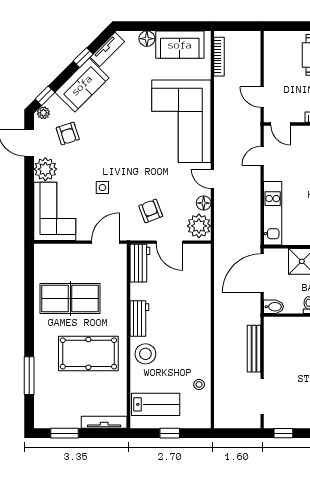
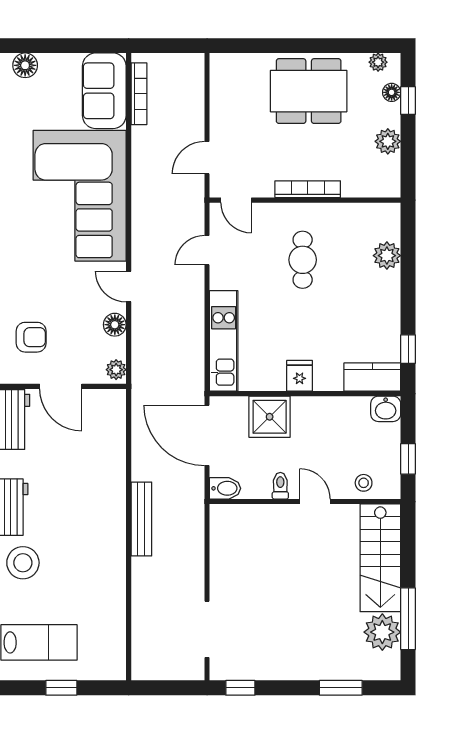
sofa: (180, 45) -> (104, 91), moved, turned 90
door: (262, 97) -> (207, 158), hinge flipped
armchair: (151, 211) -> (31, 337), turned 111
plant: (199, 226) -> (116, 370), width x0.53, depth x0.53
door: (262, 273) -> (207, 435), hinge flipped
bench: (254, 349) -> (141, 519), moved
stool: (199, 384) -> (108, 611), removed

